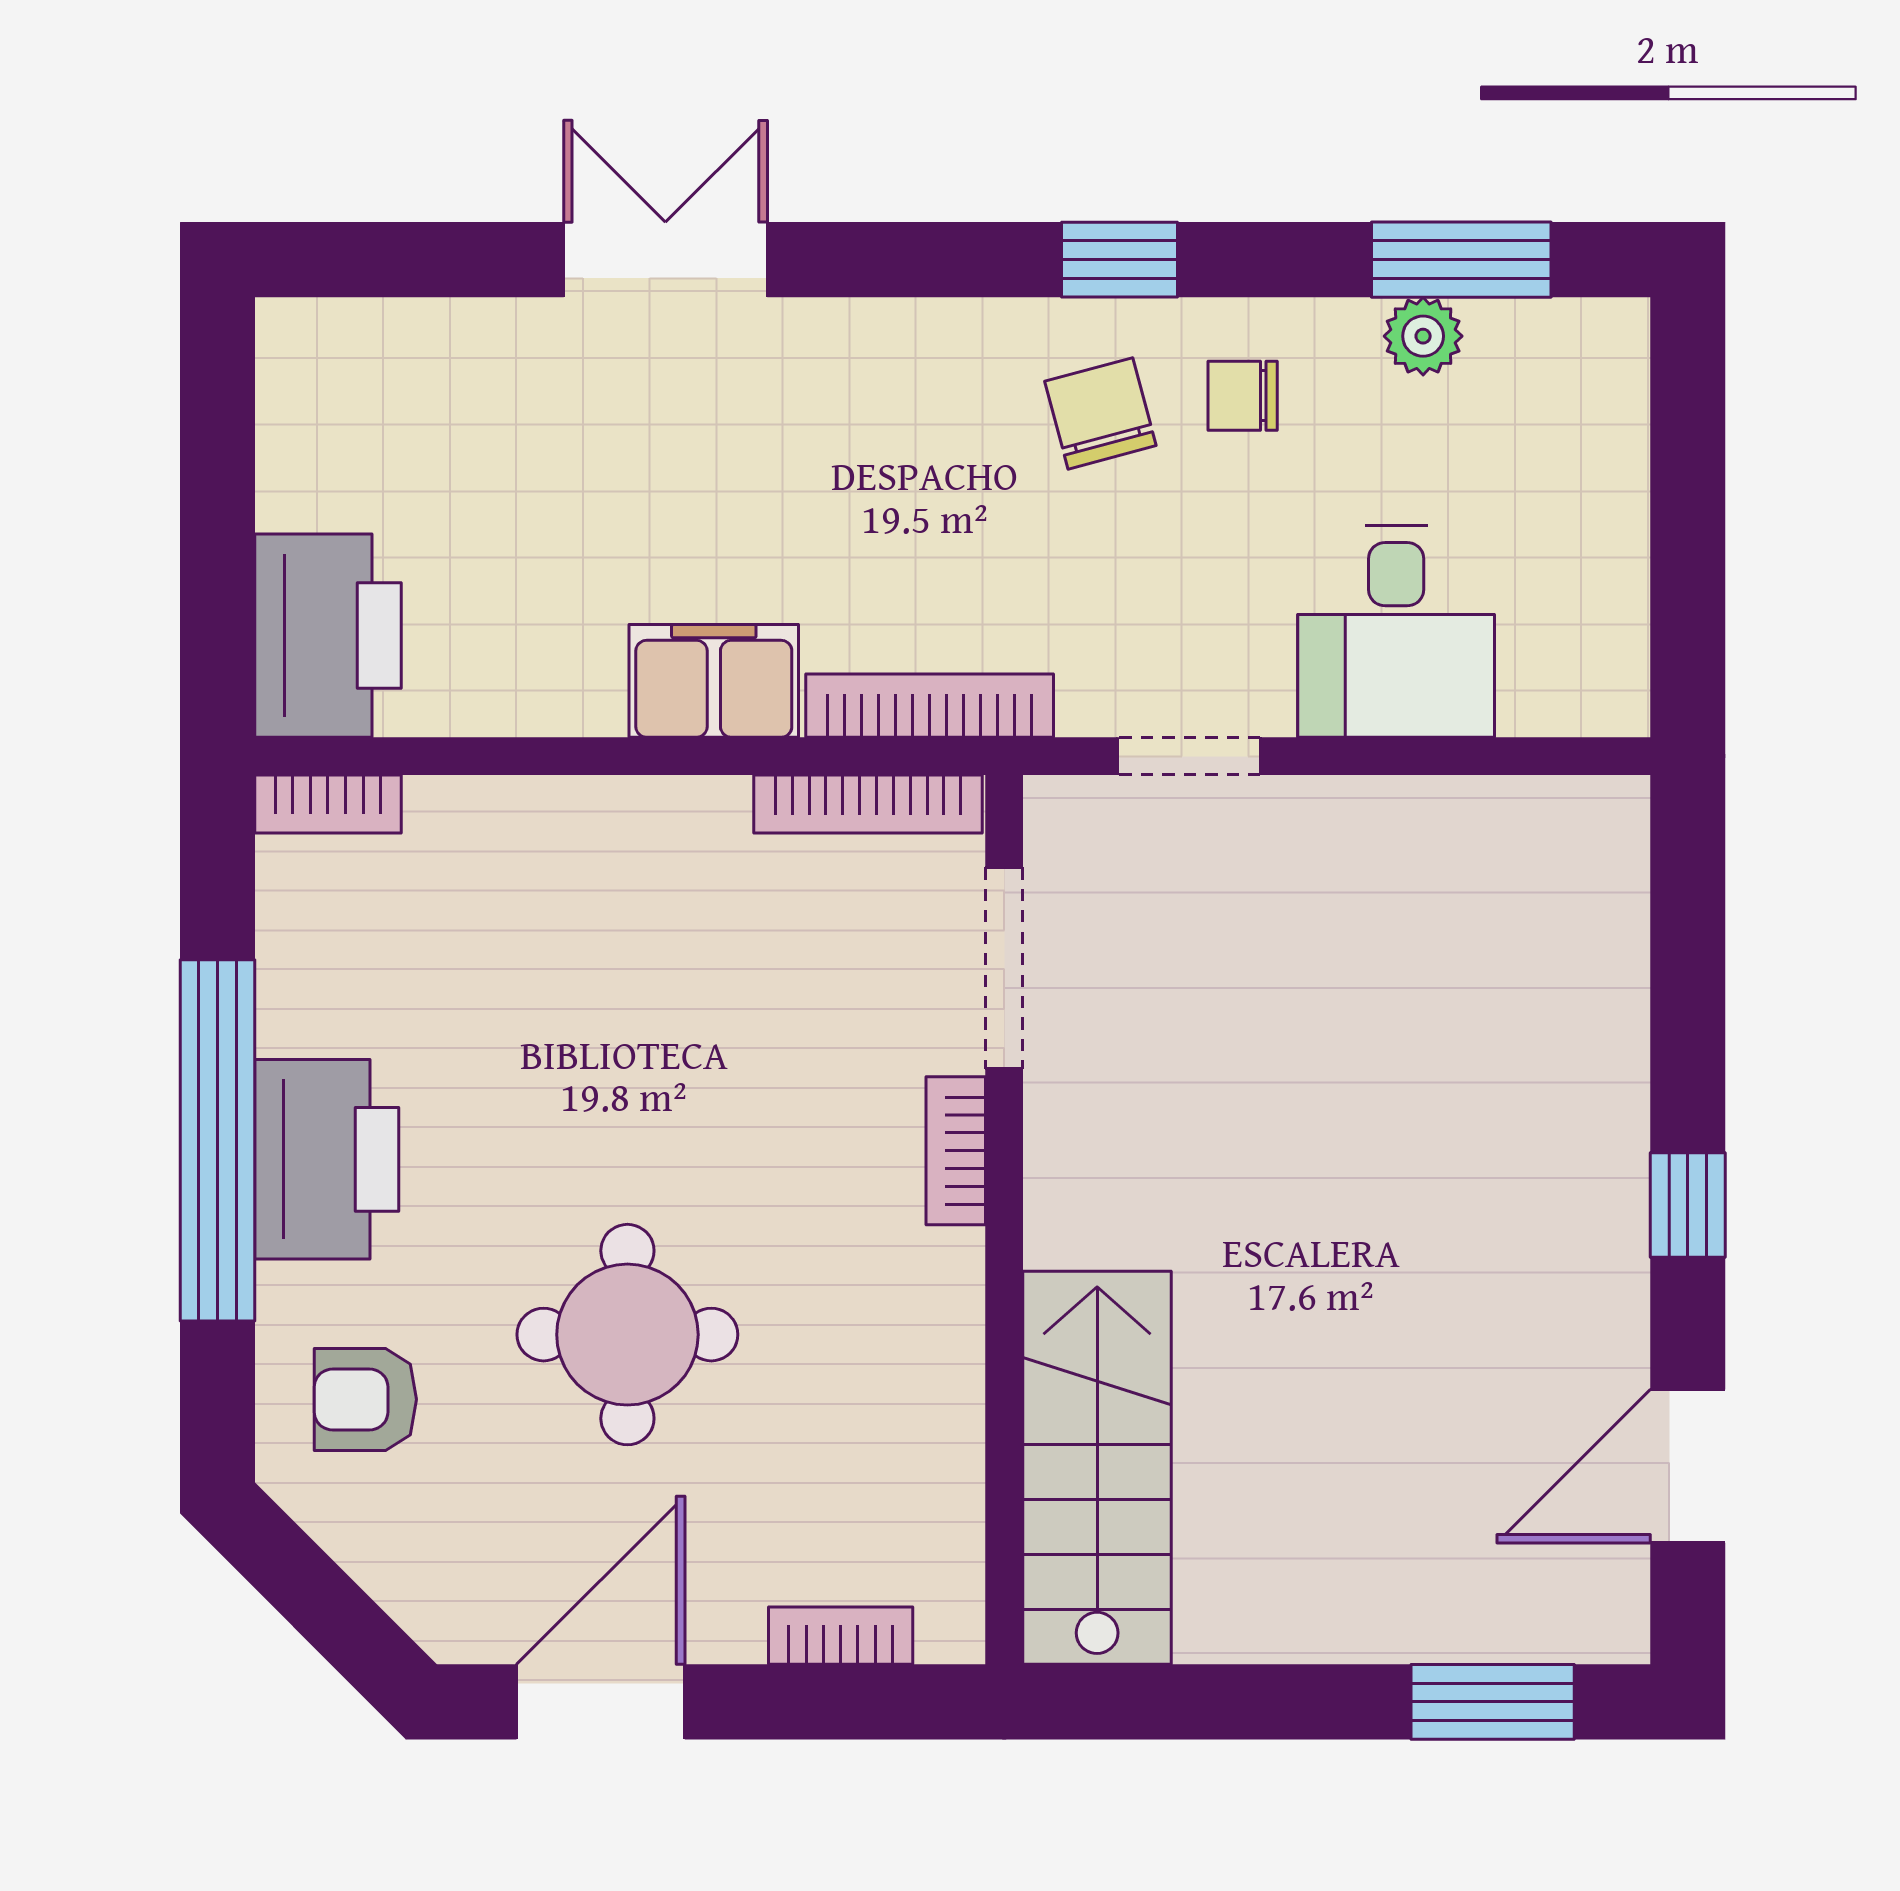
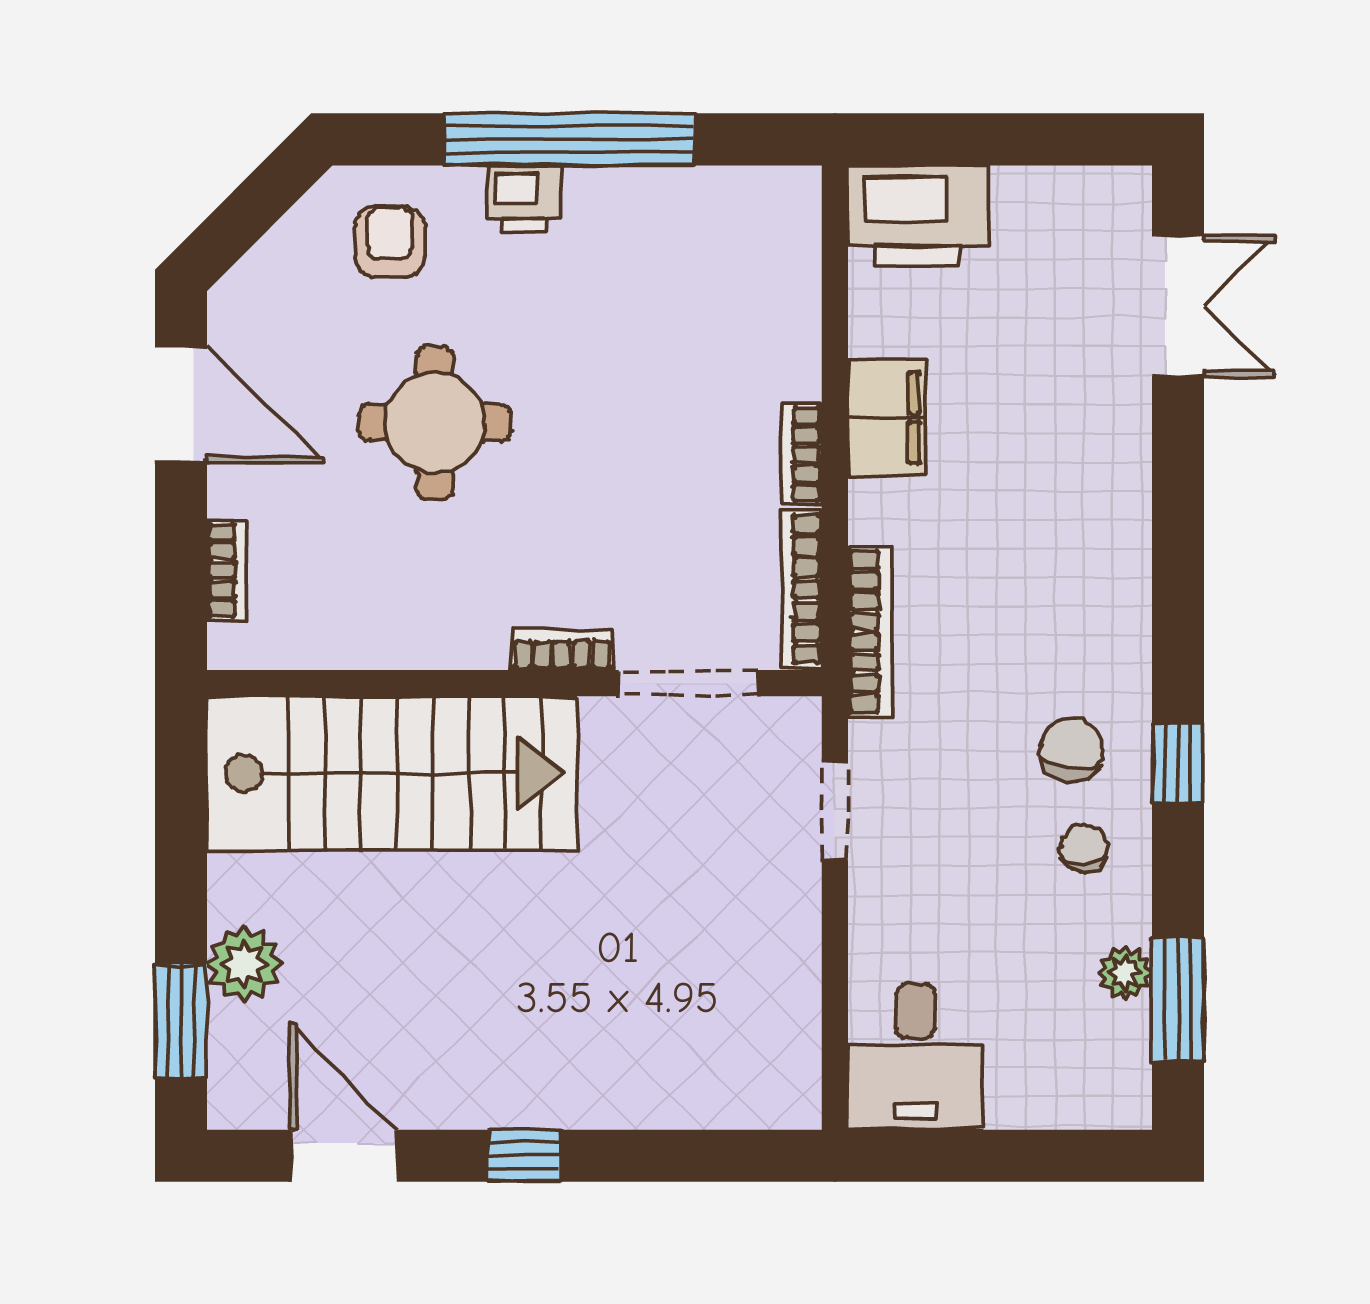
double door: (665, 260) -> (1178, 306), moved
chair: (1100, 413) -> (1072, 750), turned -65
desk: (1396, 631) -> (916, 1057), moved, turned -90
filing cabinet: (714, 681) -> (887, 418), moved
bookcase: (328, 804) -> (802, 455), moved
printer: (327, 1159) -> (524, 199), width x0.53, depth x0.68
stairs: (1097, 1468) -> (392, 773), width x1.36, depth x1.51
plant: (1411, 1610) -> (244, 964), added

